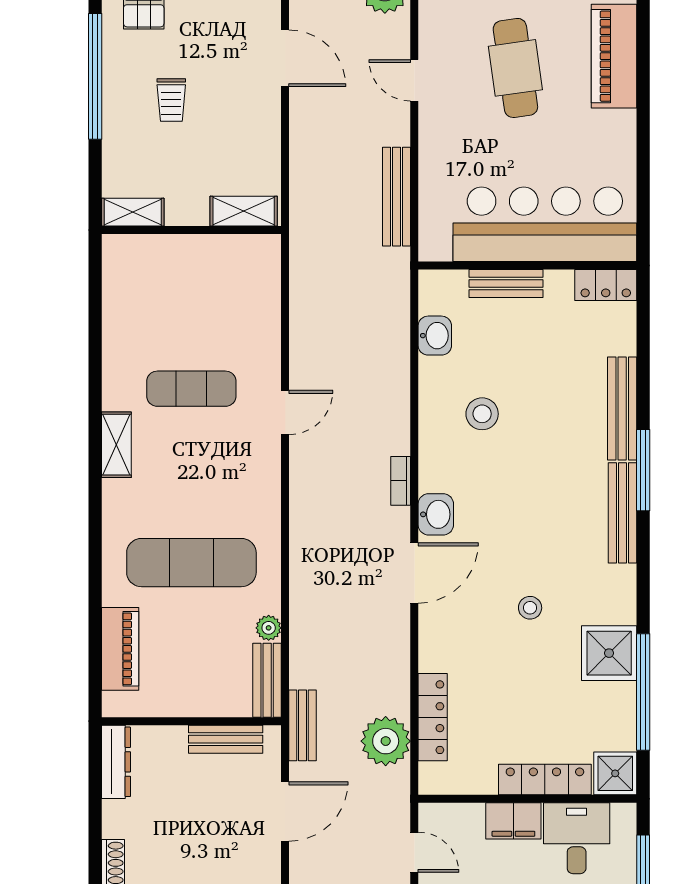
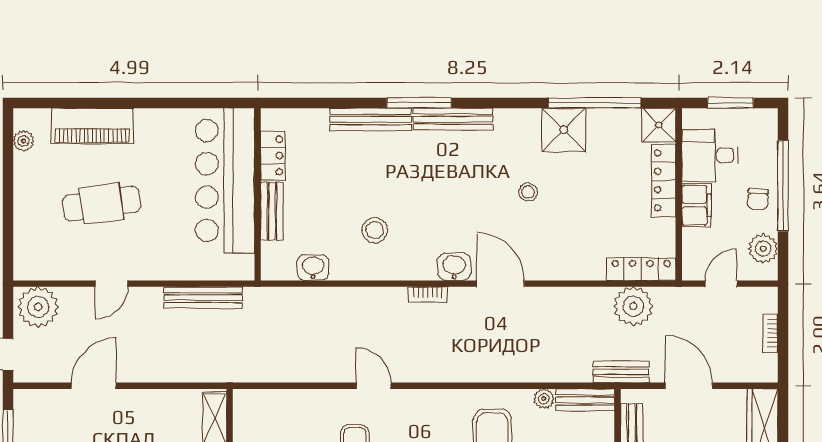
locker: (606, 285) -> (273, 156), moved
locker: (433, 717) -> (641, 269), moved

